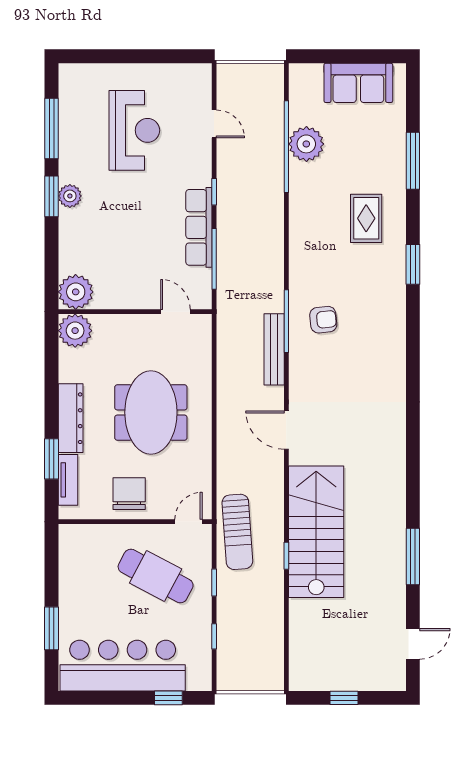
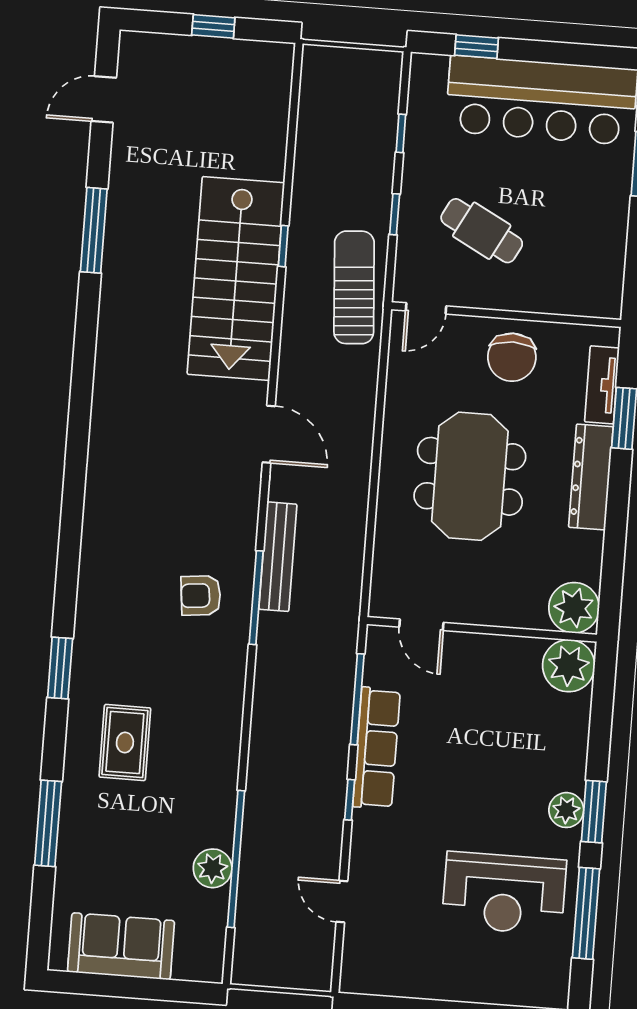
reception desk: (134, 130) -> (504, 893), moved, turned -90
plant: (306, 144) -> (213, 868), width x0.73, depth x0.73
cafe table: (156, 576) -> (482, 231), width x0.73, depth x0.74

